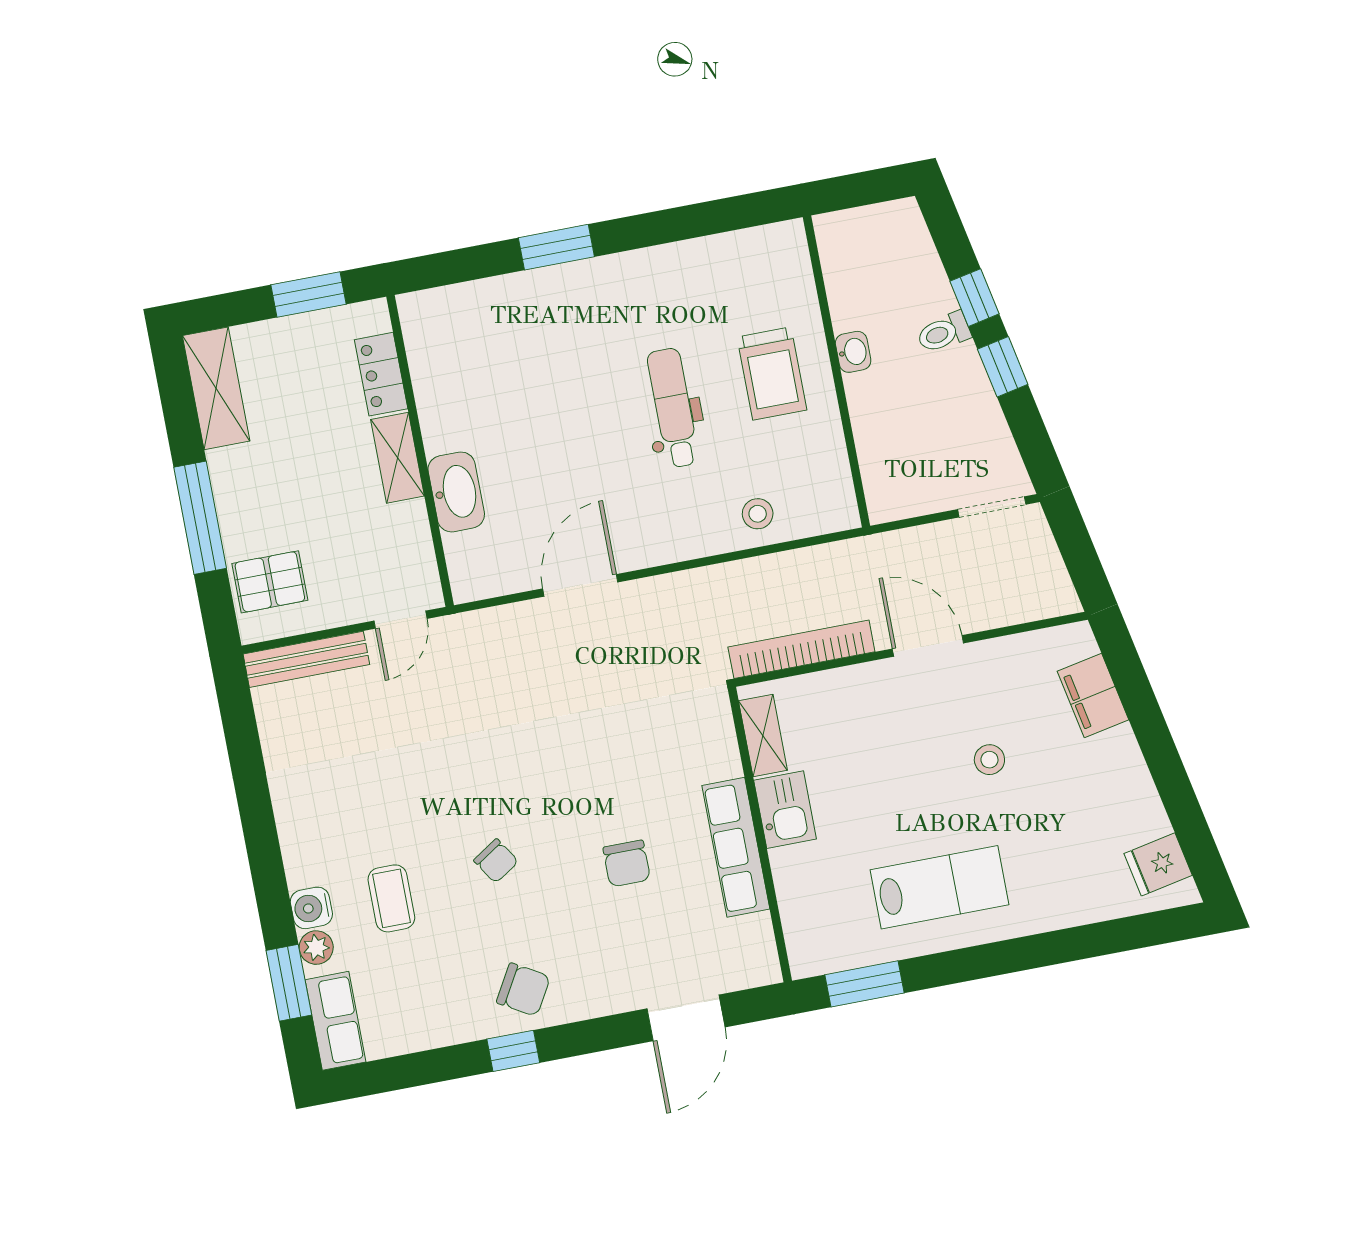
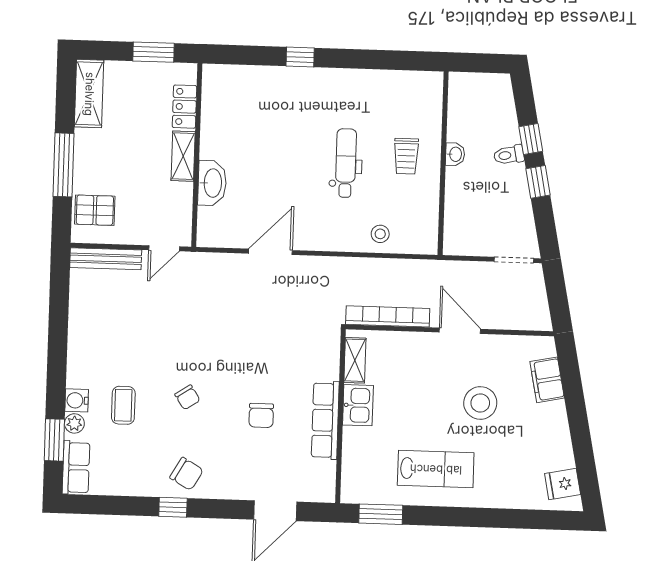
window: (556, 247) -> (300, 57), width x0.67
trolley: (772, 373) -> (406, 156), width x0.73, depth x0.72
stool: (989, 760) -> (480, 403), width x1.89, depth x1.89

